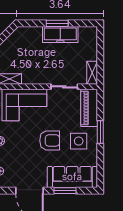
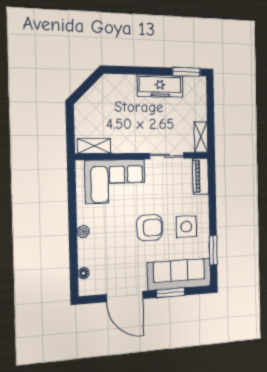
window: (57, 23) -> (186, 72), moved
piano: (89, 108) -> (201, 176), width x0.73, depth x0.75
window: (100, 132) -> (213, 250), moved

